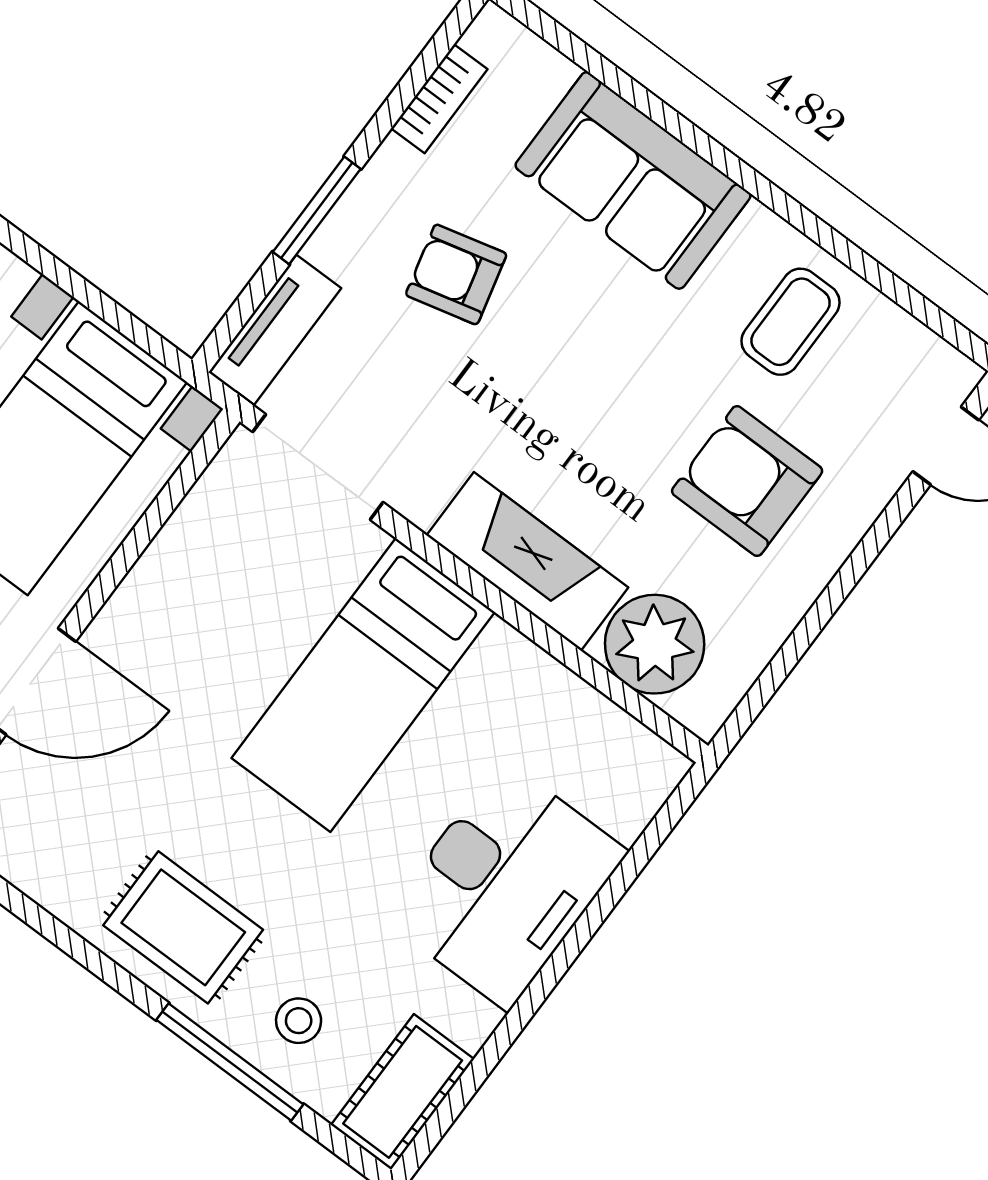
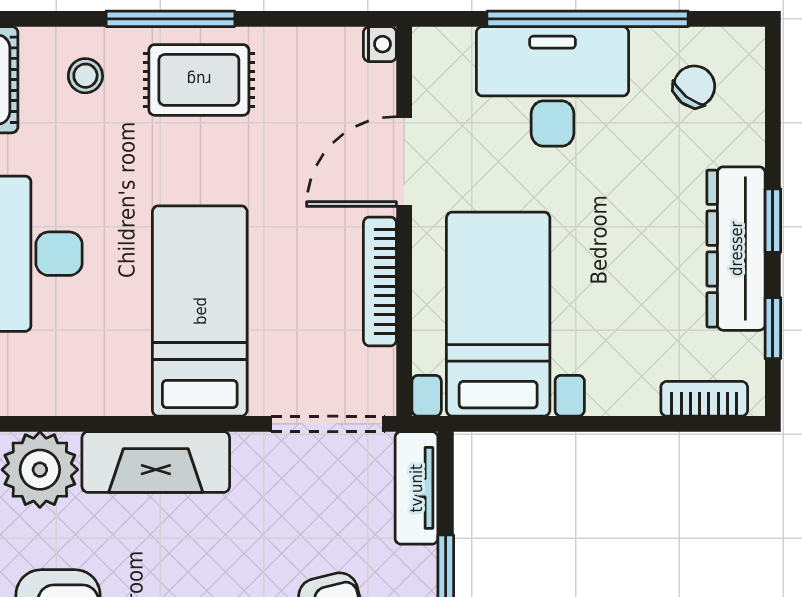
bookcase: (151, 575) -> (380, 281), added
window: (230, 1062) -> (170, 19), moved

